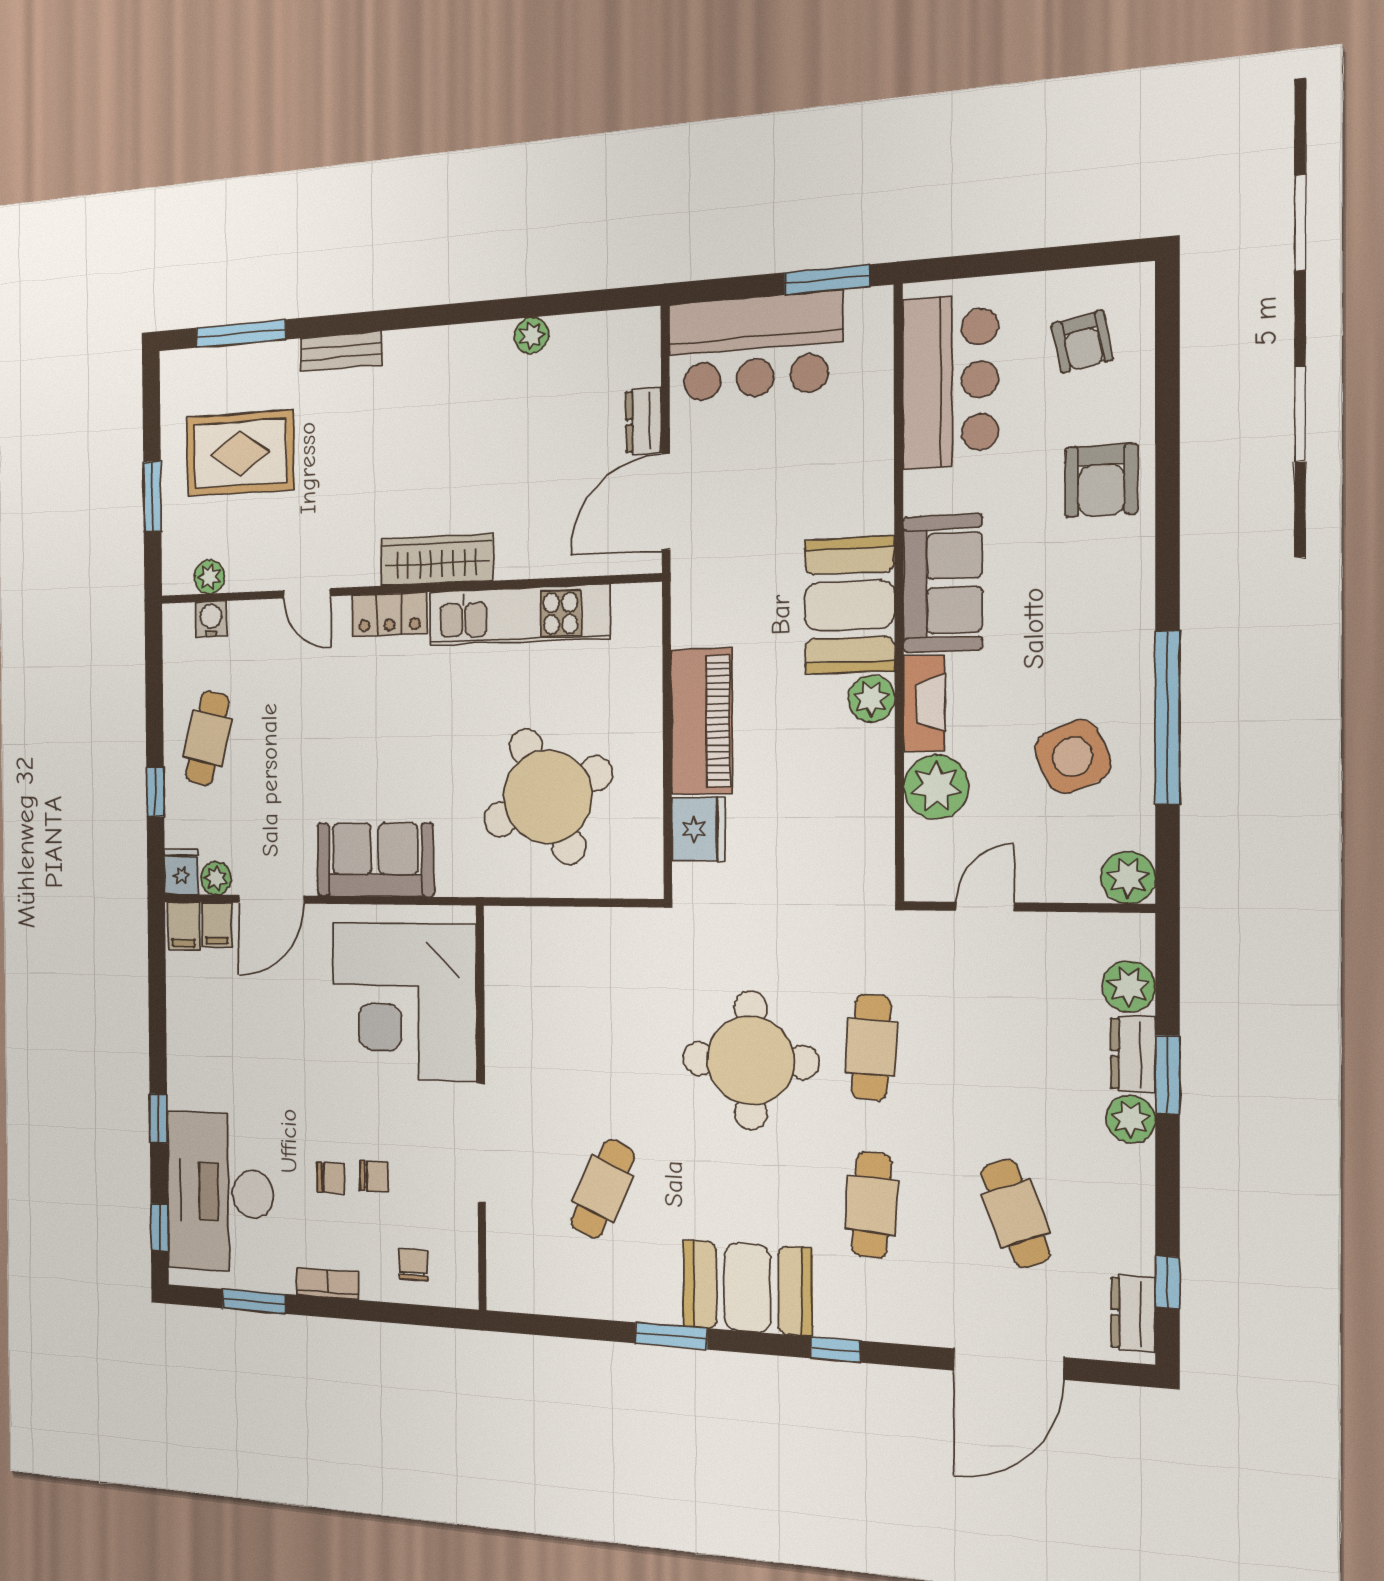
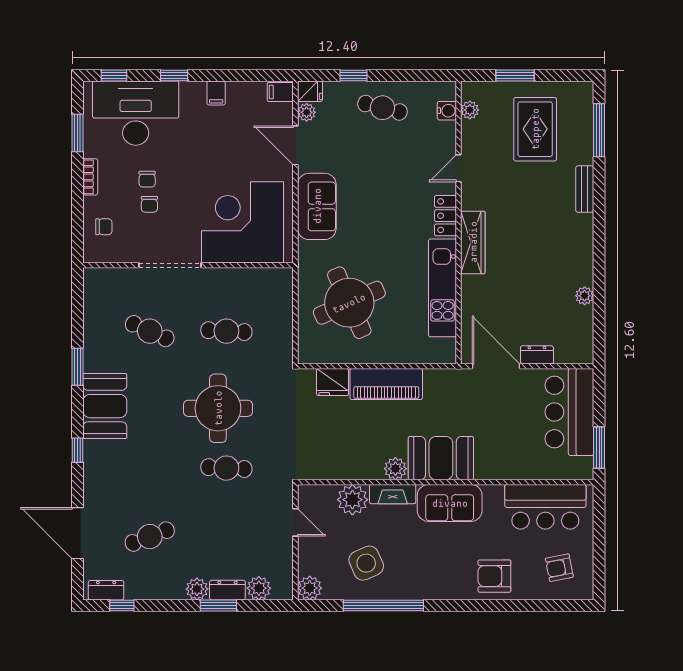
filing cabinet: (217, 925) -> (216, 93), moved, turned -90
cafe table: (872, 1205) -> (226, 331), moved

